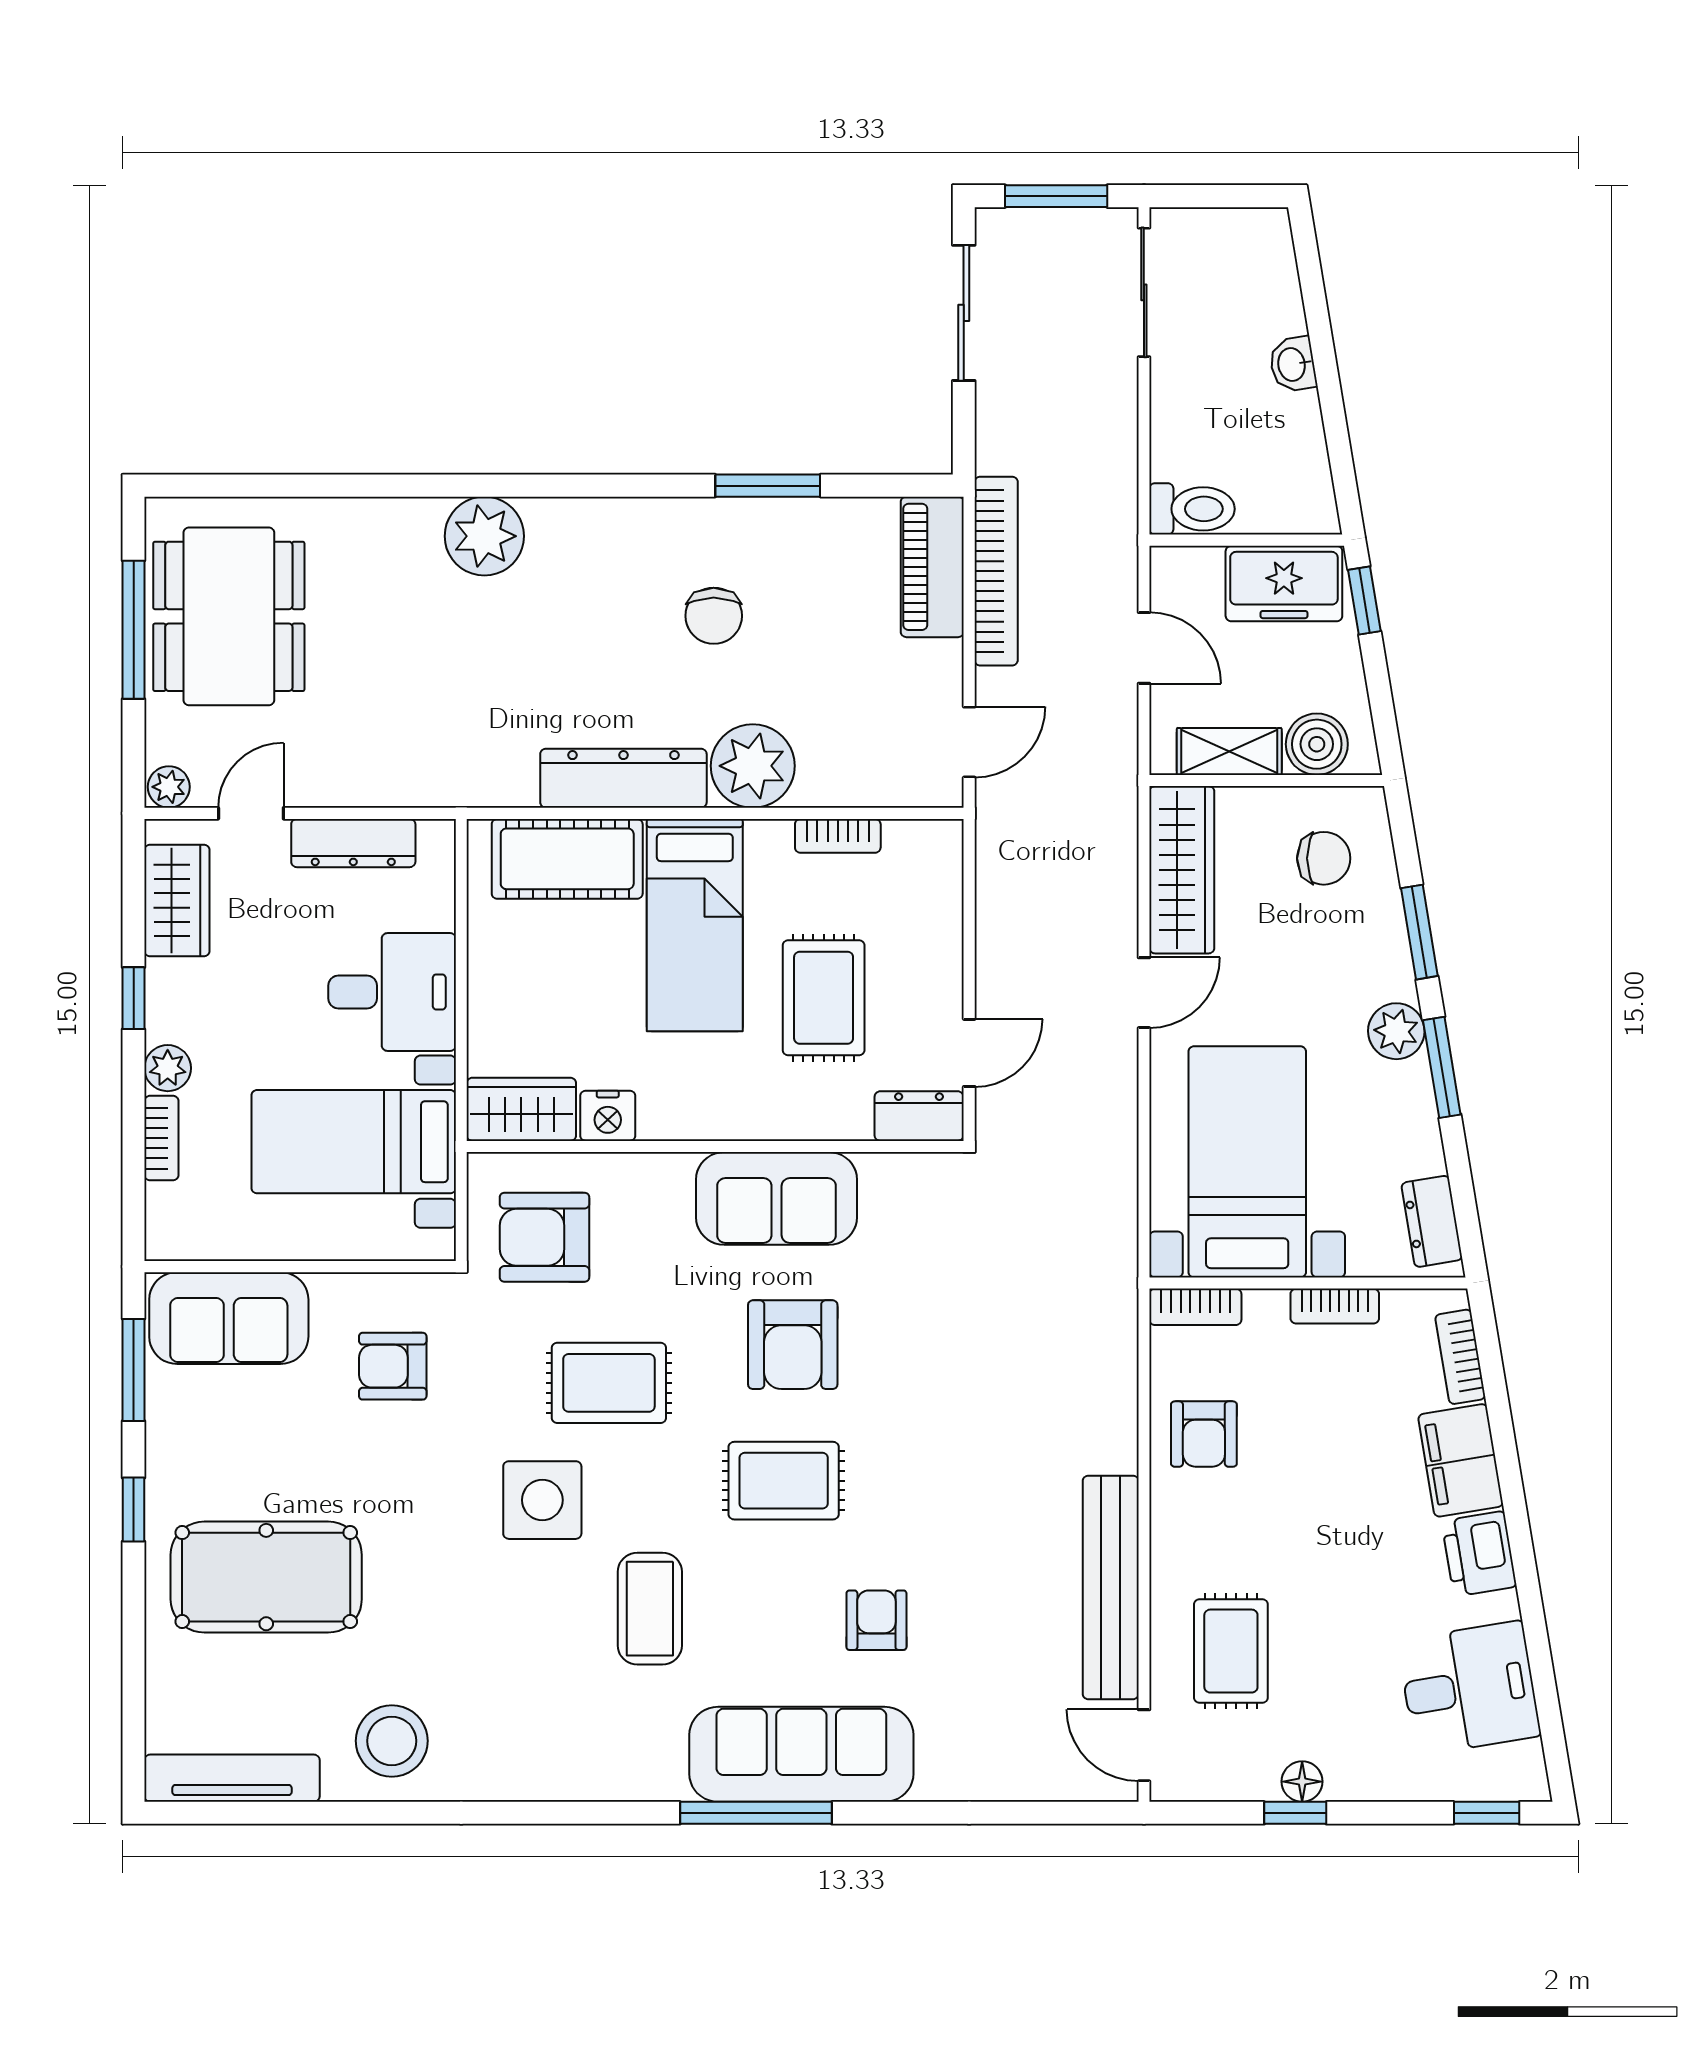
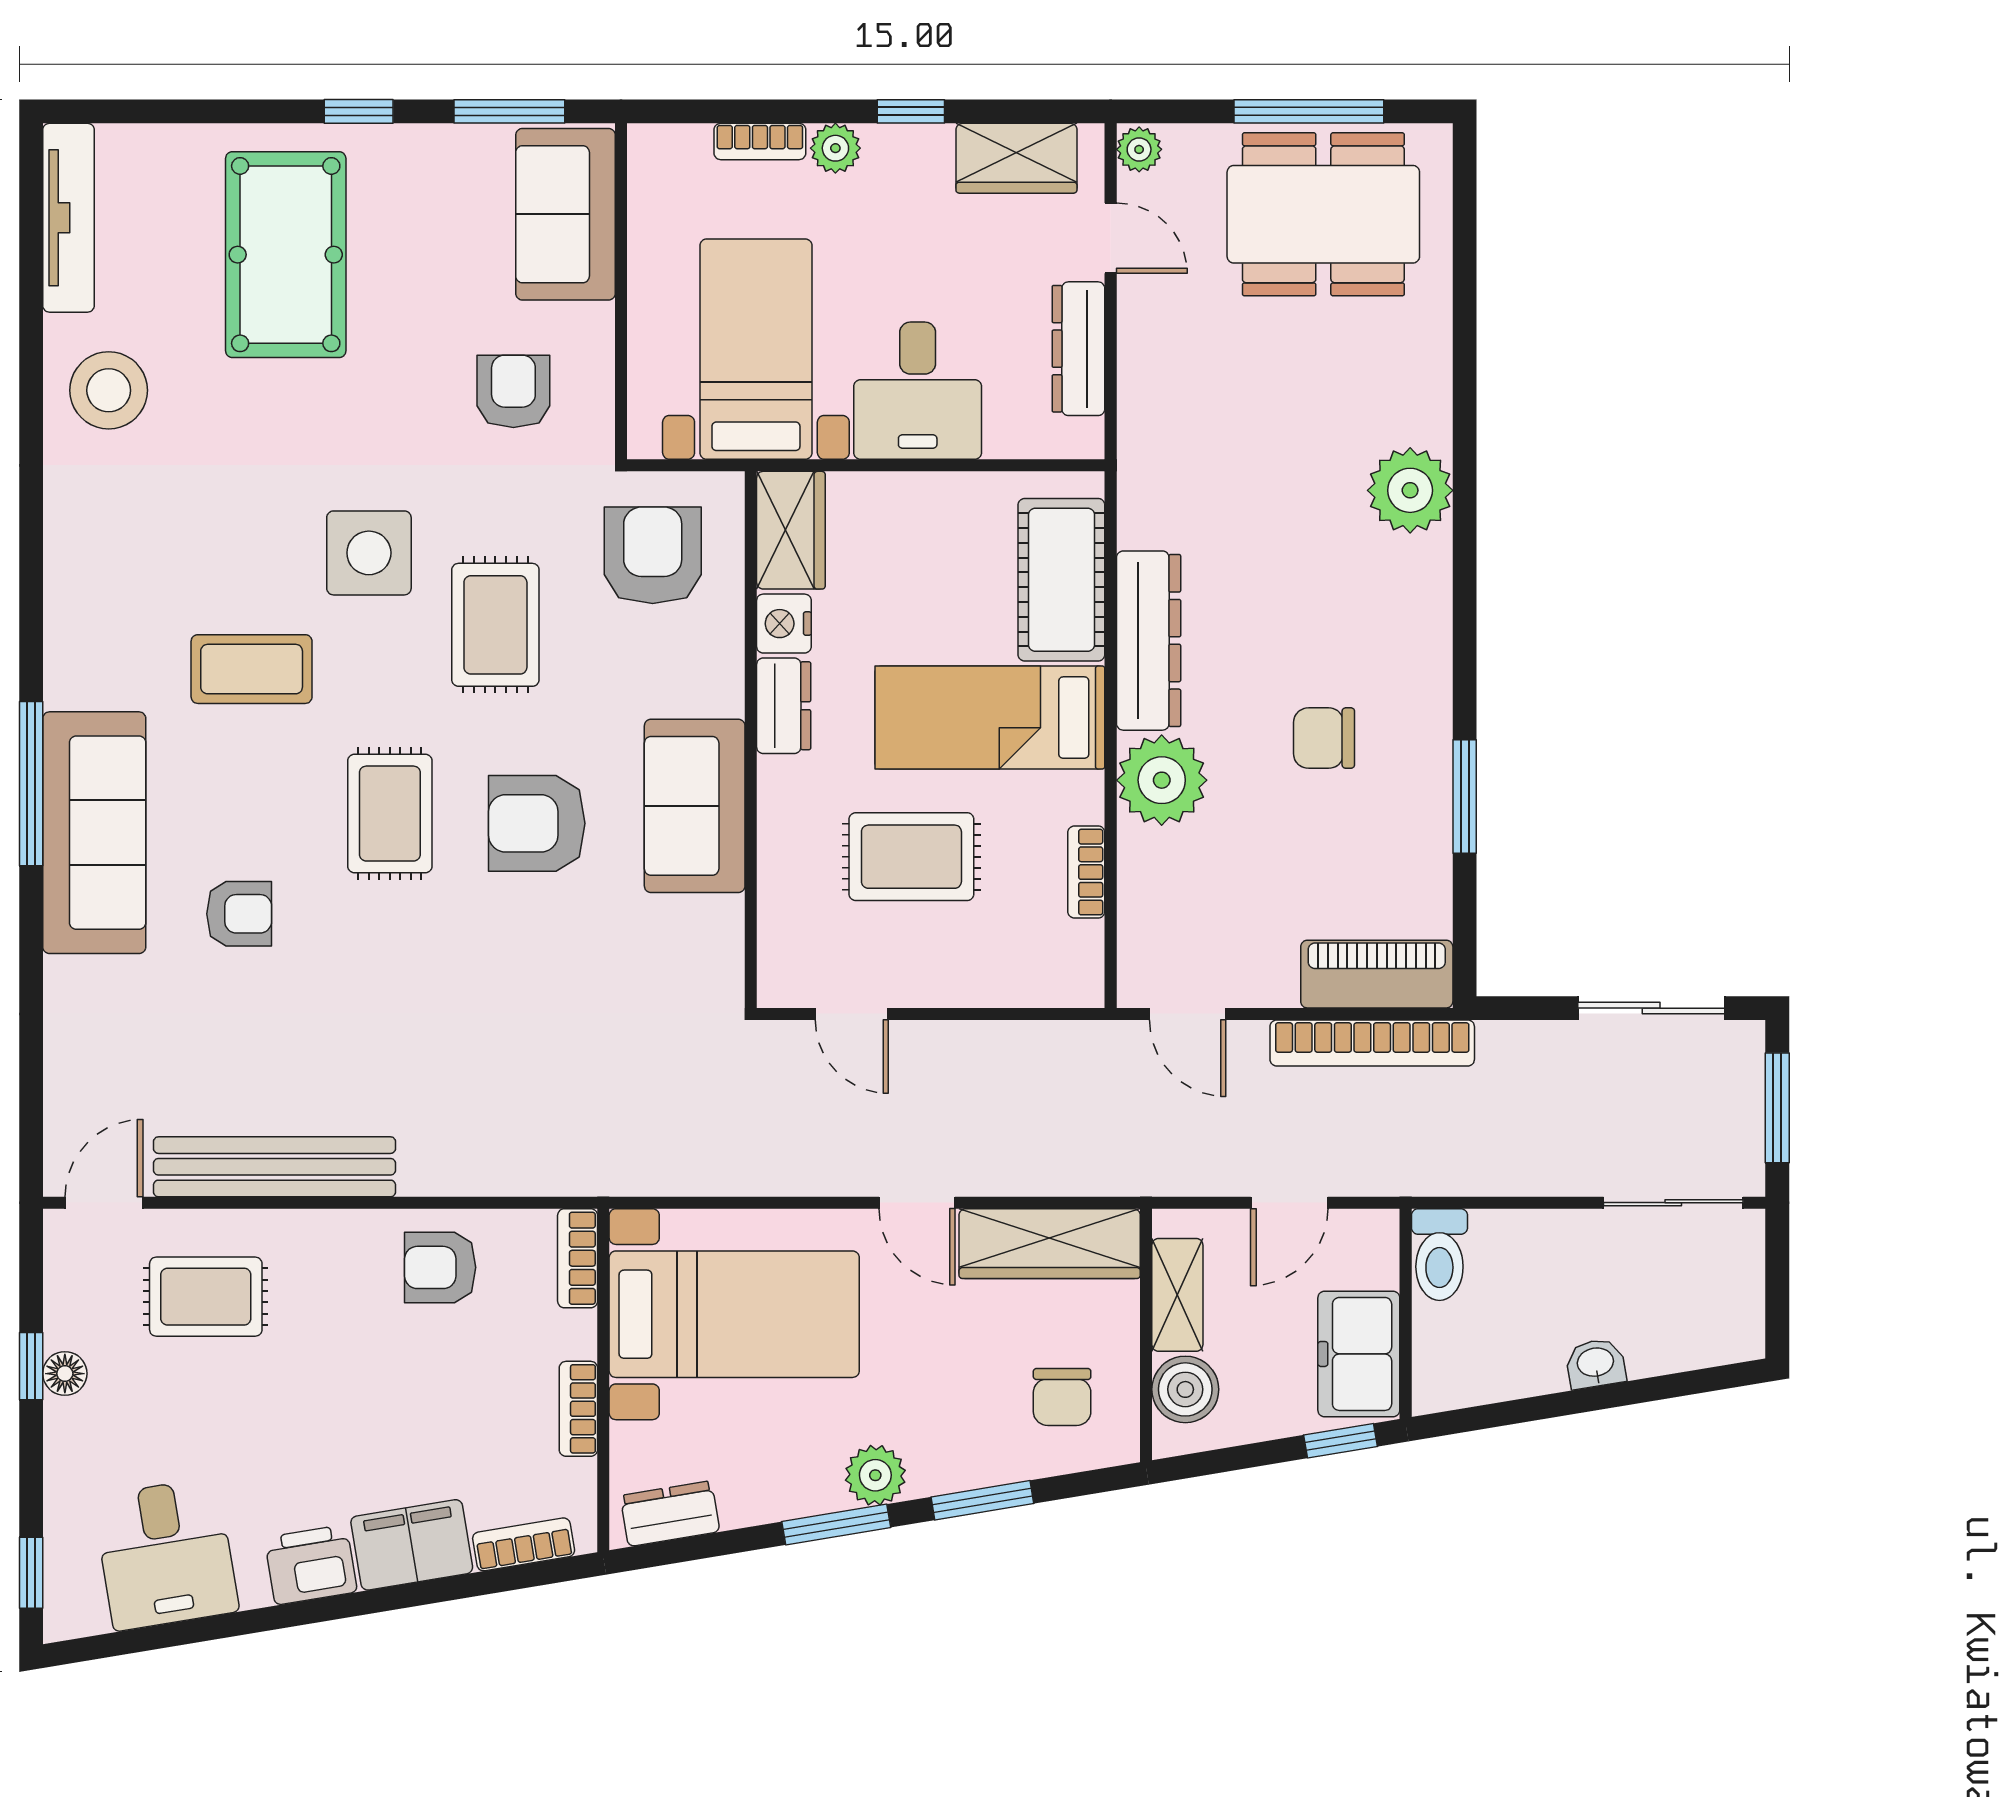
dresser: (919, 1116) -> (784, 706), moved

